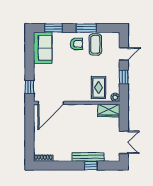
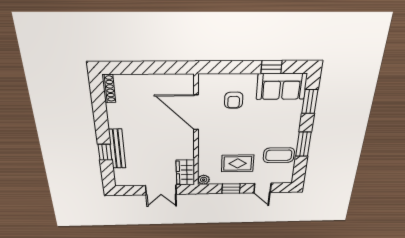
armchair: (76, 44) -> (234, 100), moved
window: (29, 87) -> (271, 67), moved
rug: (99, 88) -> (238, 163), moved
door: (51, 103) -> (196, 112), moved
double door: (124, 142) -> (161, 190), moved

